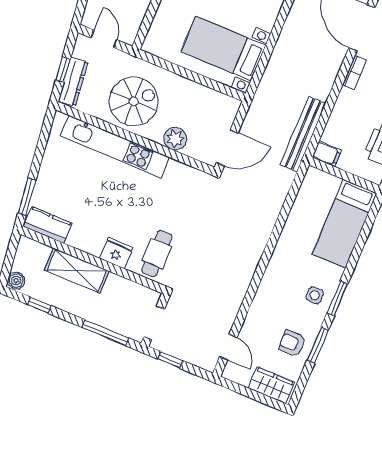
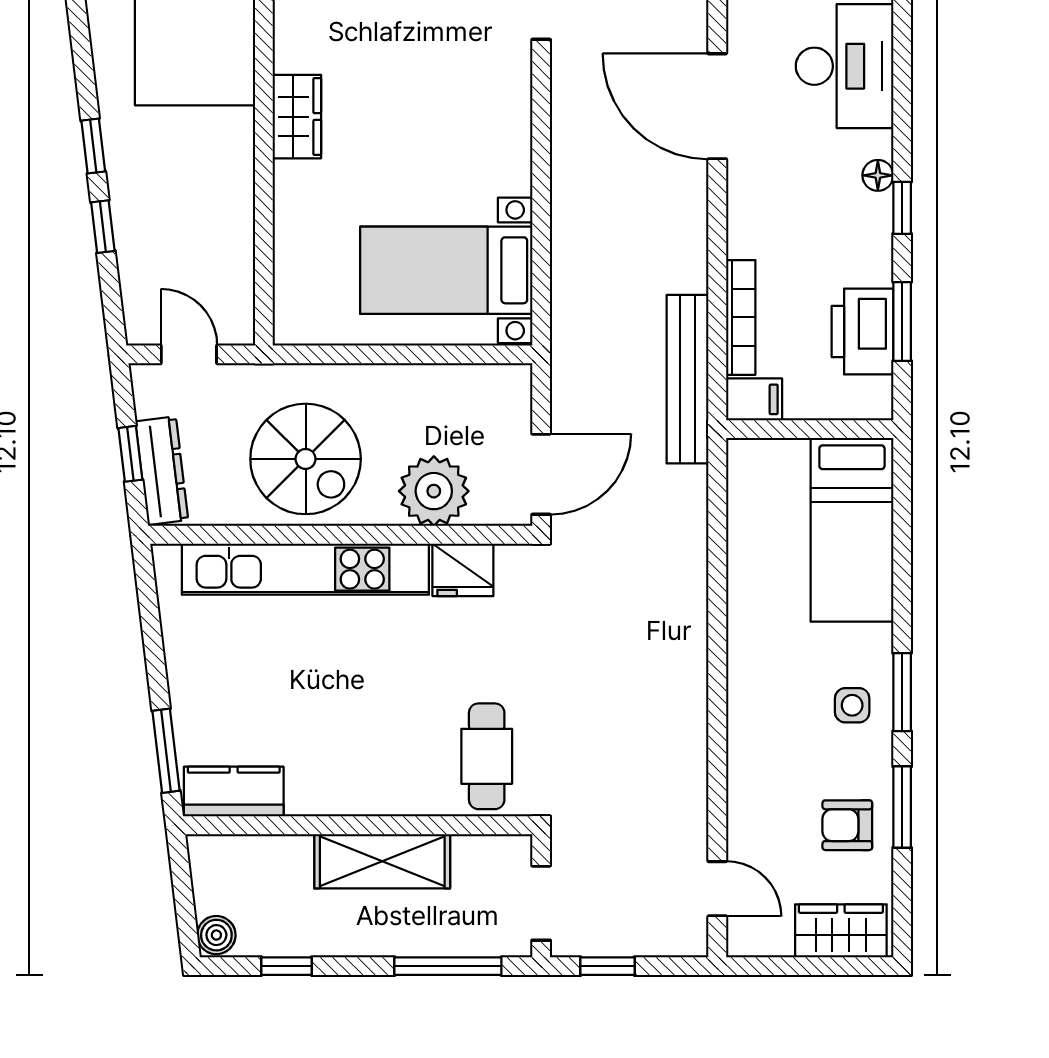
bookcase: (354, 73) -> (741, 317), moved, width x1.56
spiral stairs: (134, 101) -> (306, 459), turned 90
plant: (175, 139) -> (434, 491), width x1.36, depth x1.36
fridge: (116, 253) -> (463, 570), moved, turned 180
shelving: (77, 270) -> (382, 861), moved

